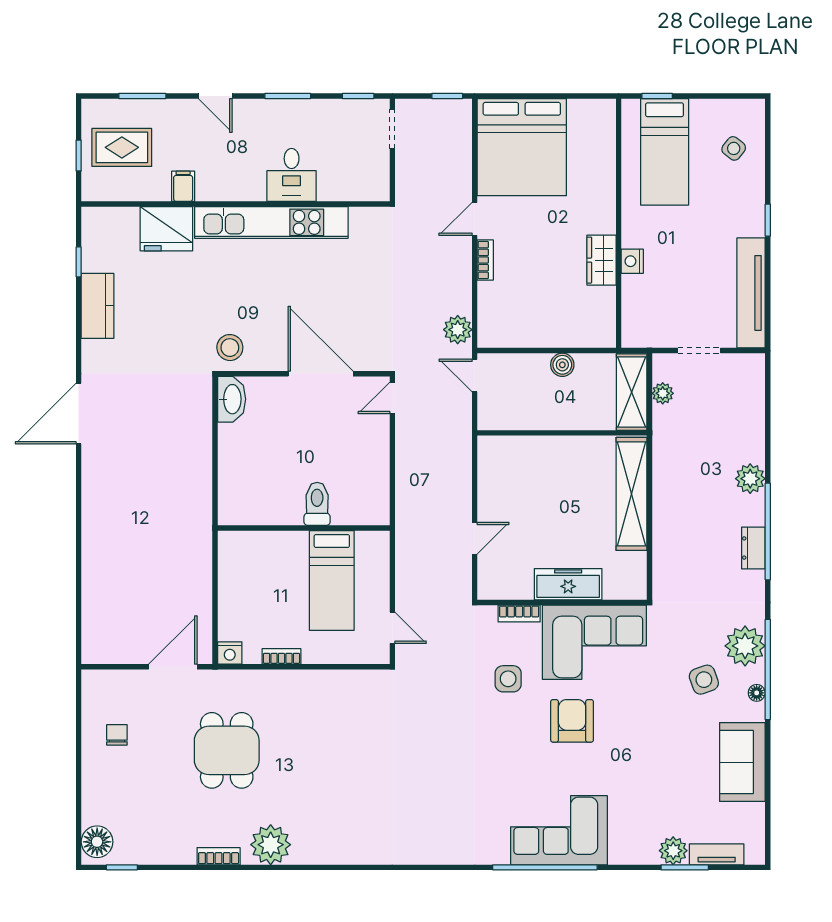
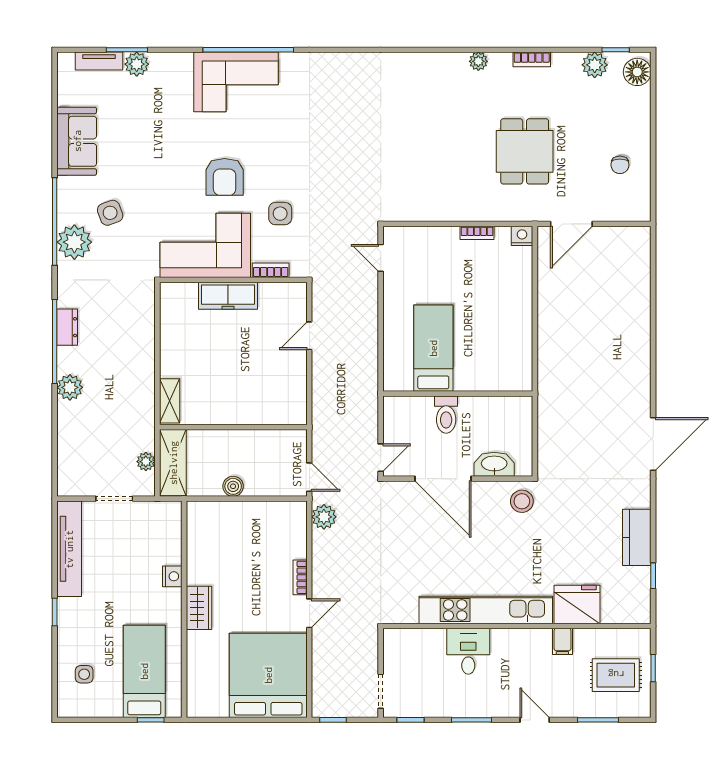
side table: (734, 148) -> (84, 674), turned -38
wardrobe: (601, 260) -> (199, 608), moved
washbasin: (232, 399) -> (494, 464), moved, turned 90
shelving: (631, 494) -> (170, 401), width x0.45, depth x0.75
toilet: (317, 504) -> (446, 415), moved
wall: (304, 528) -> (458, 394), moved
bed: (332, 580) -> (433, 348), moved
floor lamp: (757, 693) -> (64, 201), removed
plant: (271, 845) -> (478, 61), width x0.53, depth x0.53
plant: (146, 850) -> (595, 65), added

